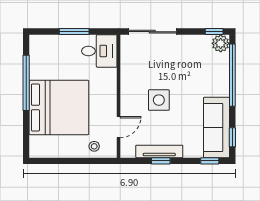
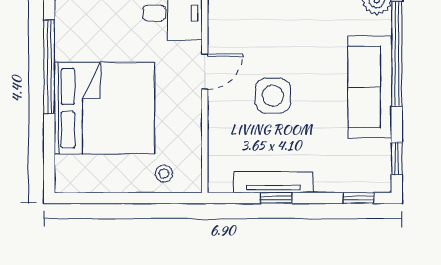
door: (119, 127) -> (205, 72), moved
sofa: (216, 127) -> (370, 87), moved

